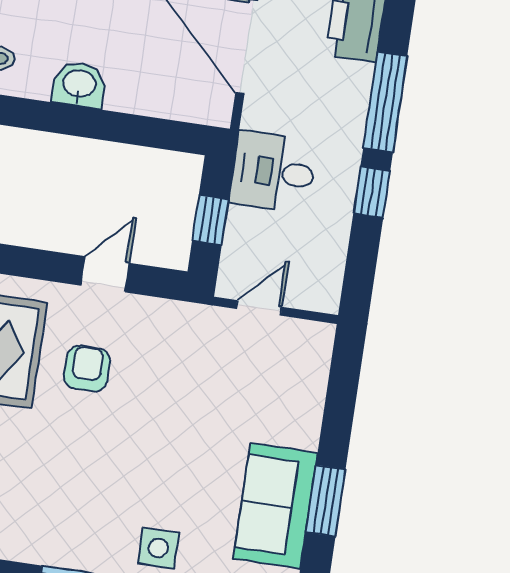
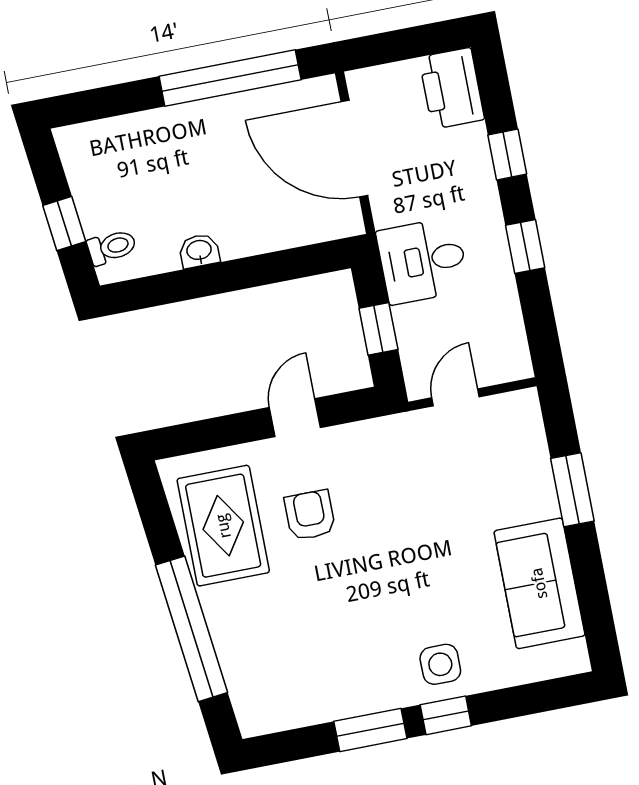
washbasin: (79, 85) -> (199, 251), width x0.72, depth x0.69
window: (385, 102) -> (507, 155), width x0.46
window: (326, 501) -> (572, 490), moved

